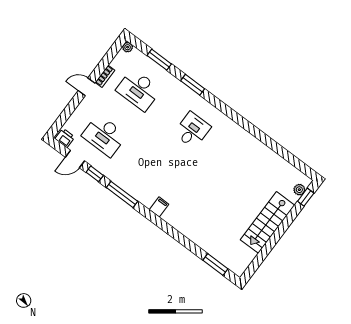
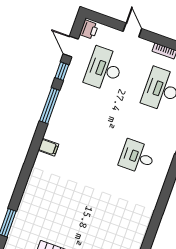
door: (86, 87) -> (132, 30), moved
desk: (192, 130) -> (137, 157), turned 180

